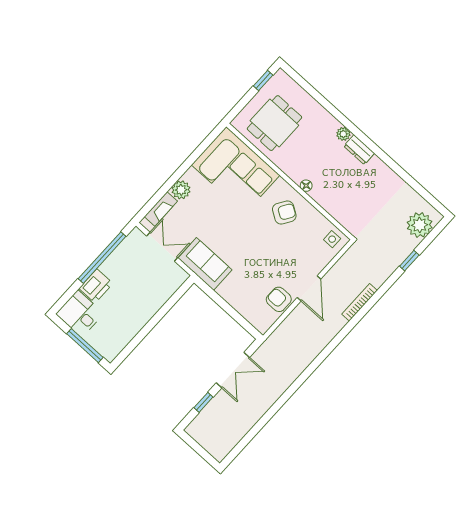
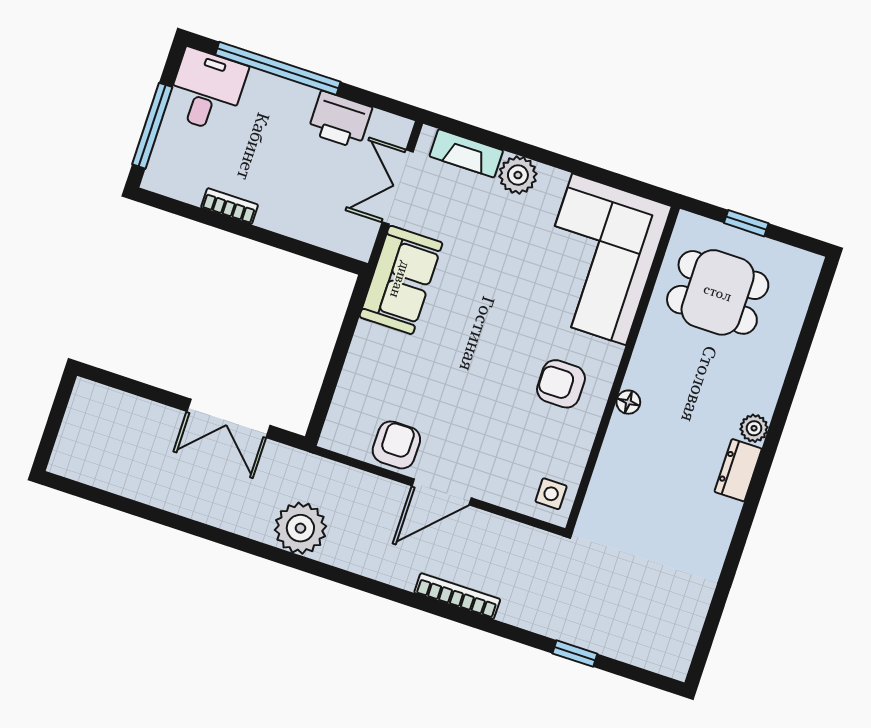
window: (263, 81) -> (746, 223), moved
armchair: (284, 212) -> (561, 384), turned 148
plant: (420, 225) -> (300, 528), moved
double door: (162, 247) -> (398, 187), swing flipped
window: (102, 258) -> (278, 68), moved
printer: (96, 286) -> (340, 120), moved
bookcase: (137, 327) -> (230, 206), added
window: (203, 402) -> (145, 391), removed

